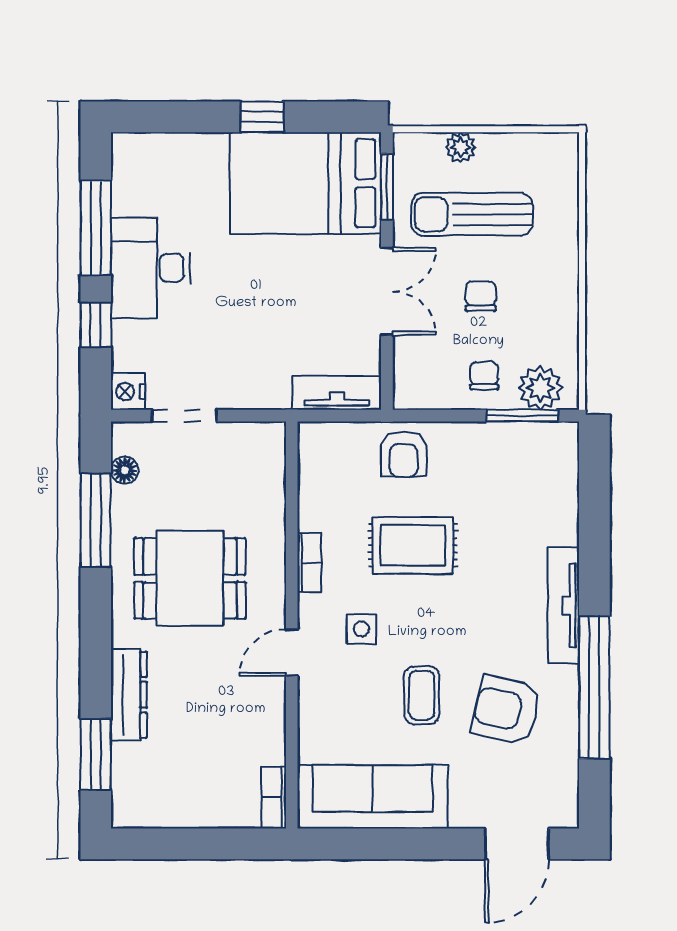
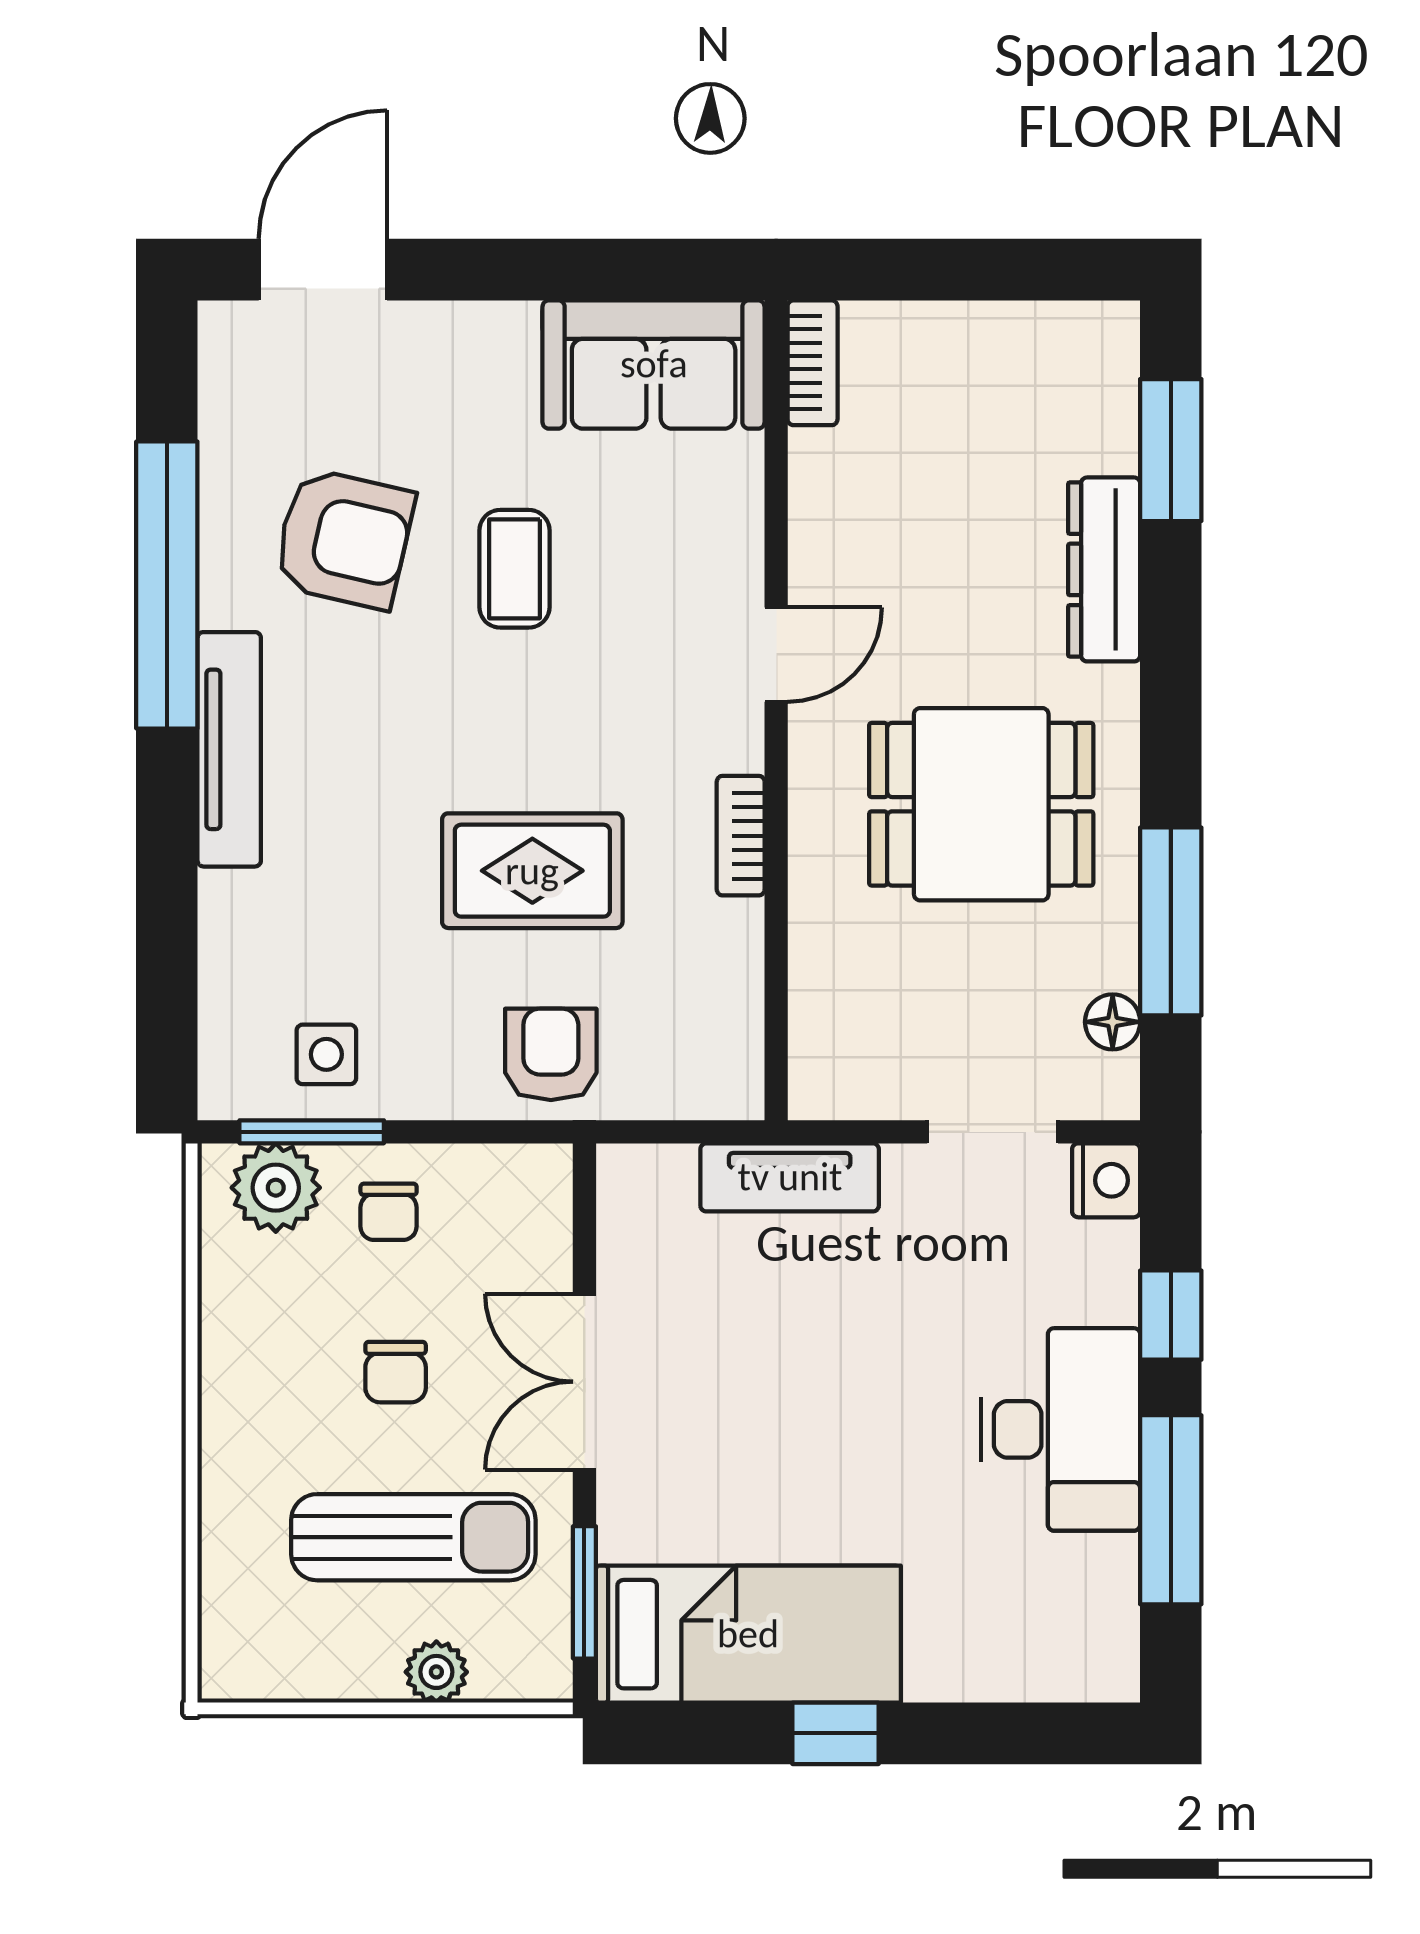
bed: (306, 183) -> (748, 1634), width x0.67
tv unit: (337, 393) -> (790, 1177), moved
side table: (361, 629) -> (326, 1054), moved
sofa: (373, 797) -> (654, 364), width x0.73

